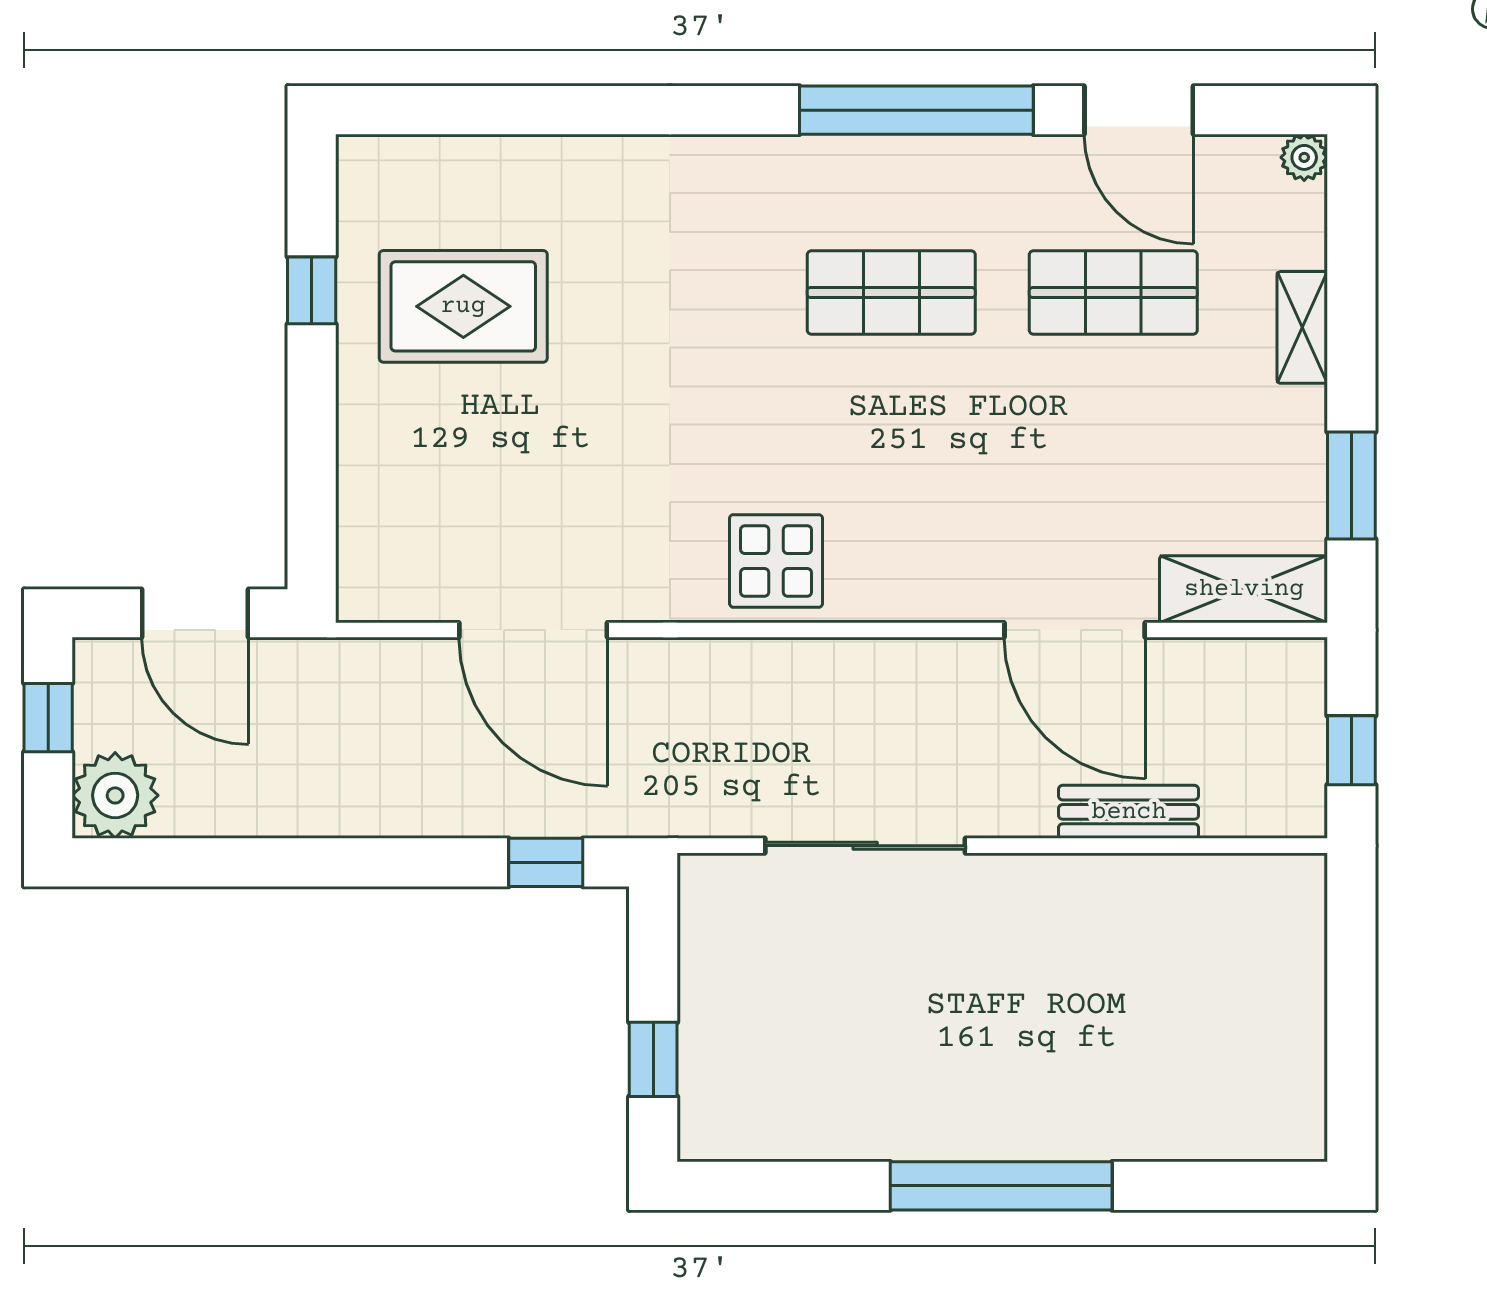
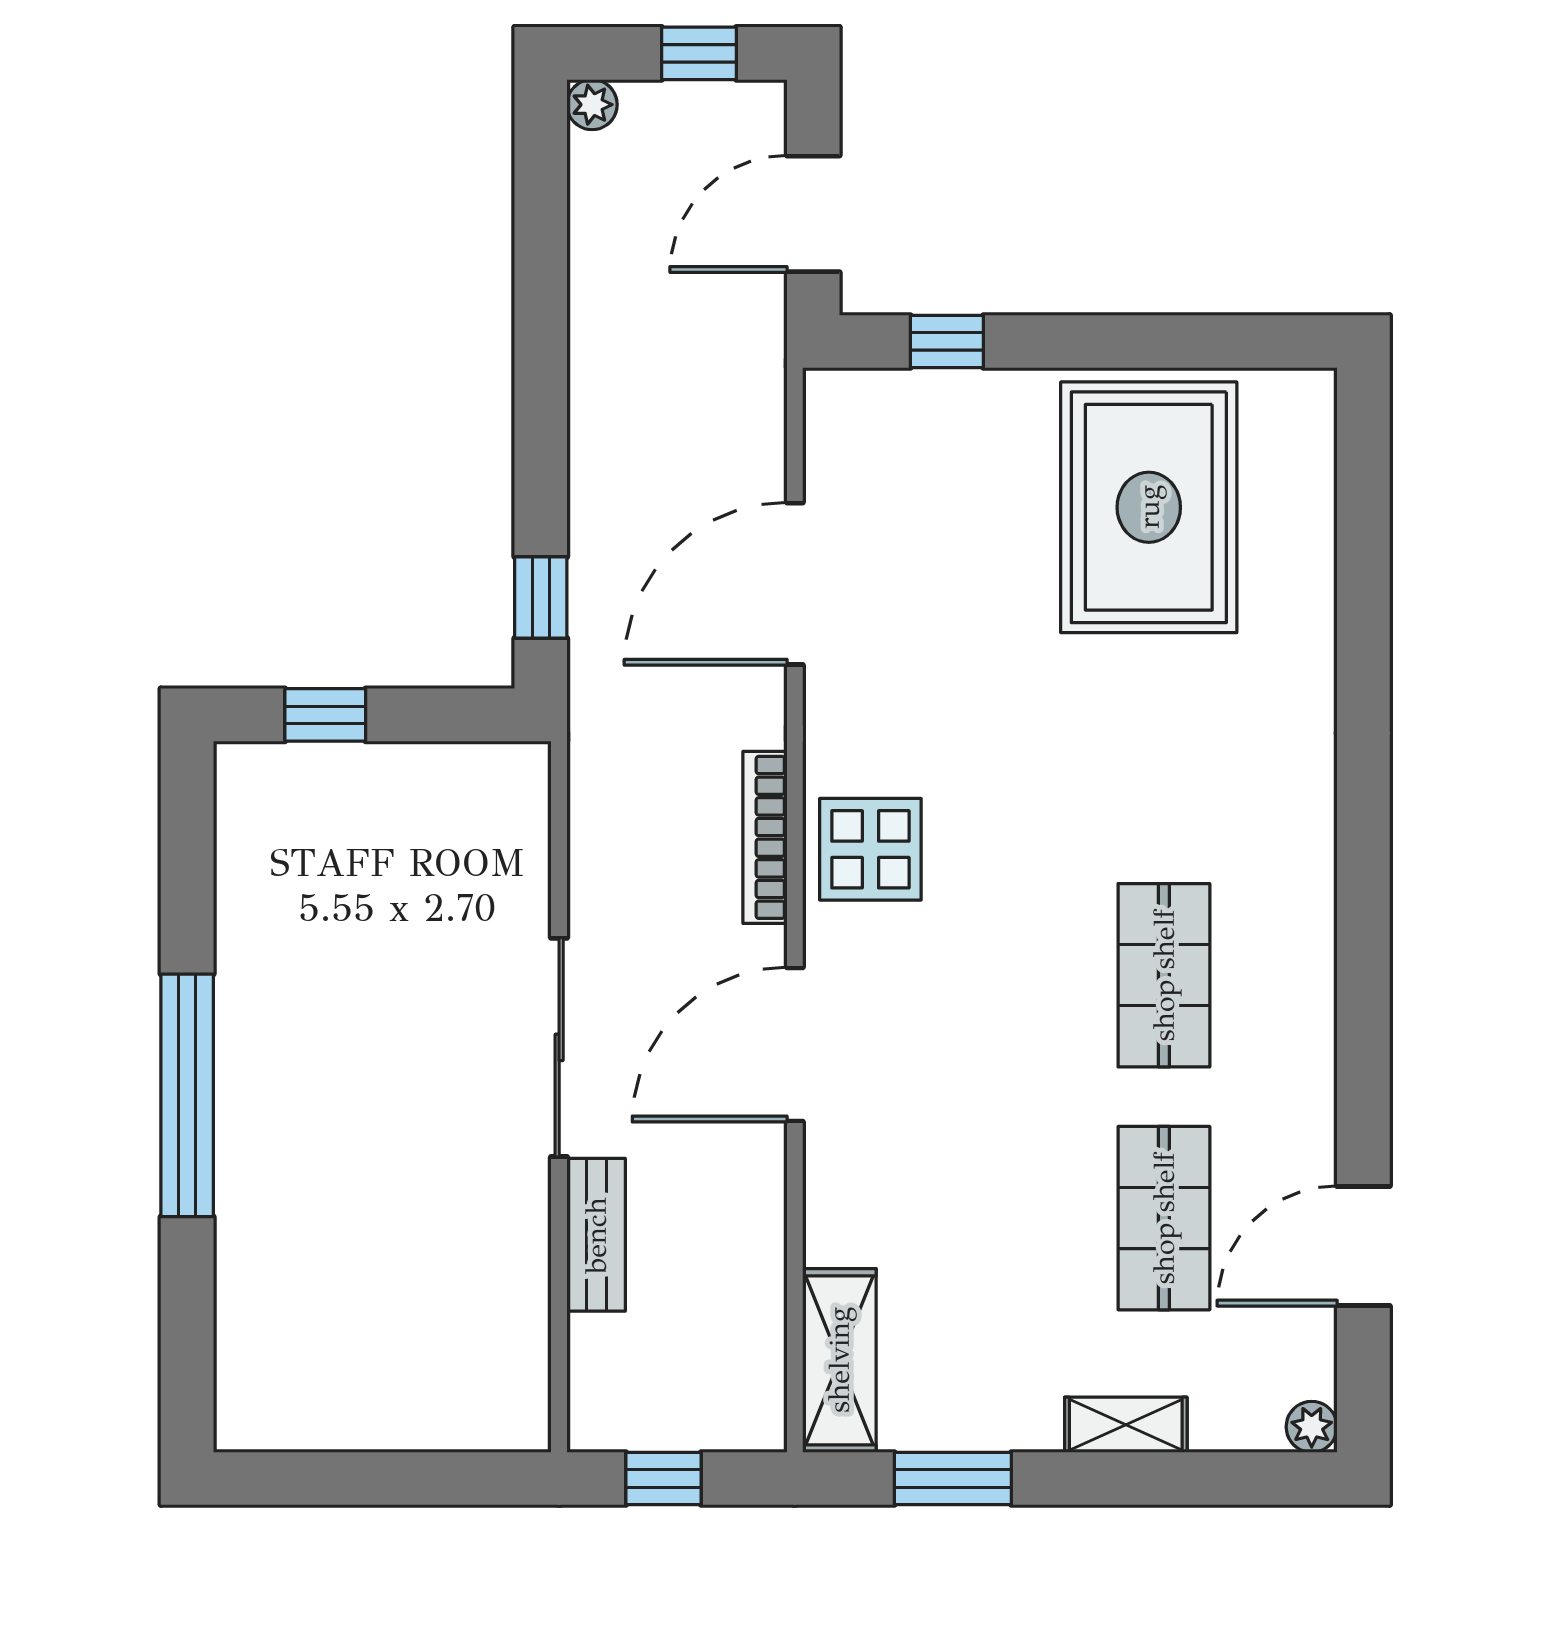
window: (916, 110) -> (1363, 1003), removed
window: (312, 290) -> (947, 341), moved
rug: (463, 306) -> (1149, 507), width x1.37, depth x1.44
door: (1075, 630) -> (795, 1045), moved
bookcase: (765, 657) -> (765, 837), added
plant: (115, 795) -> (592, 105), width x0.53, depth x0.53
sliding door: (865, 846) -> (559, 1047), moved

